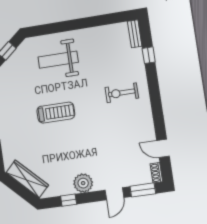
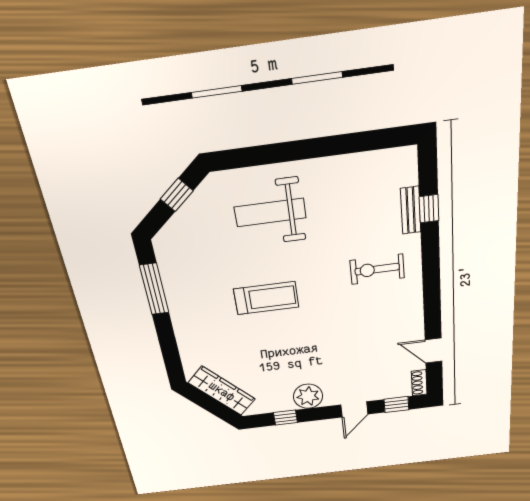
bench: (135, 34) -> (411, 210), moved
window: (143, 190) -> (396, 404), width x0.67

